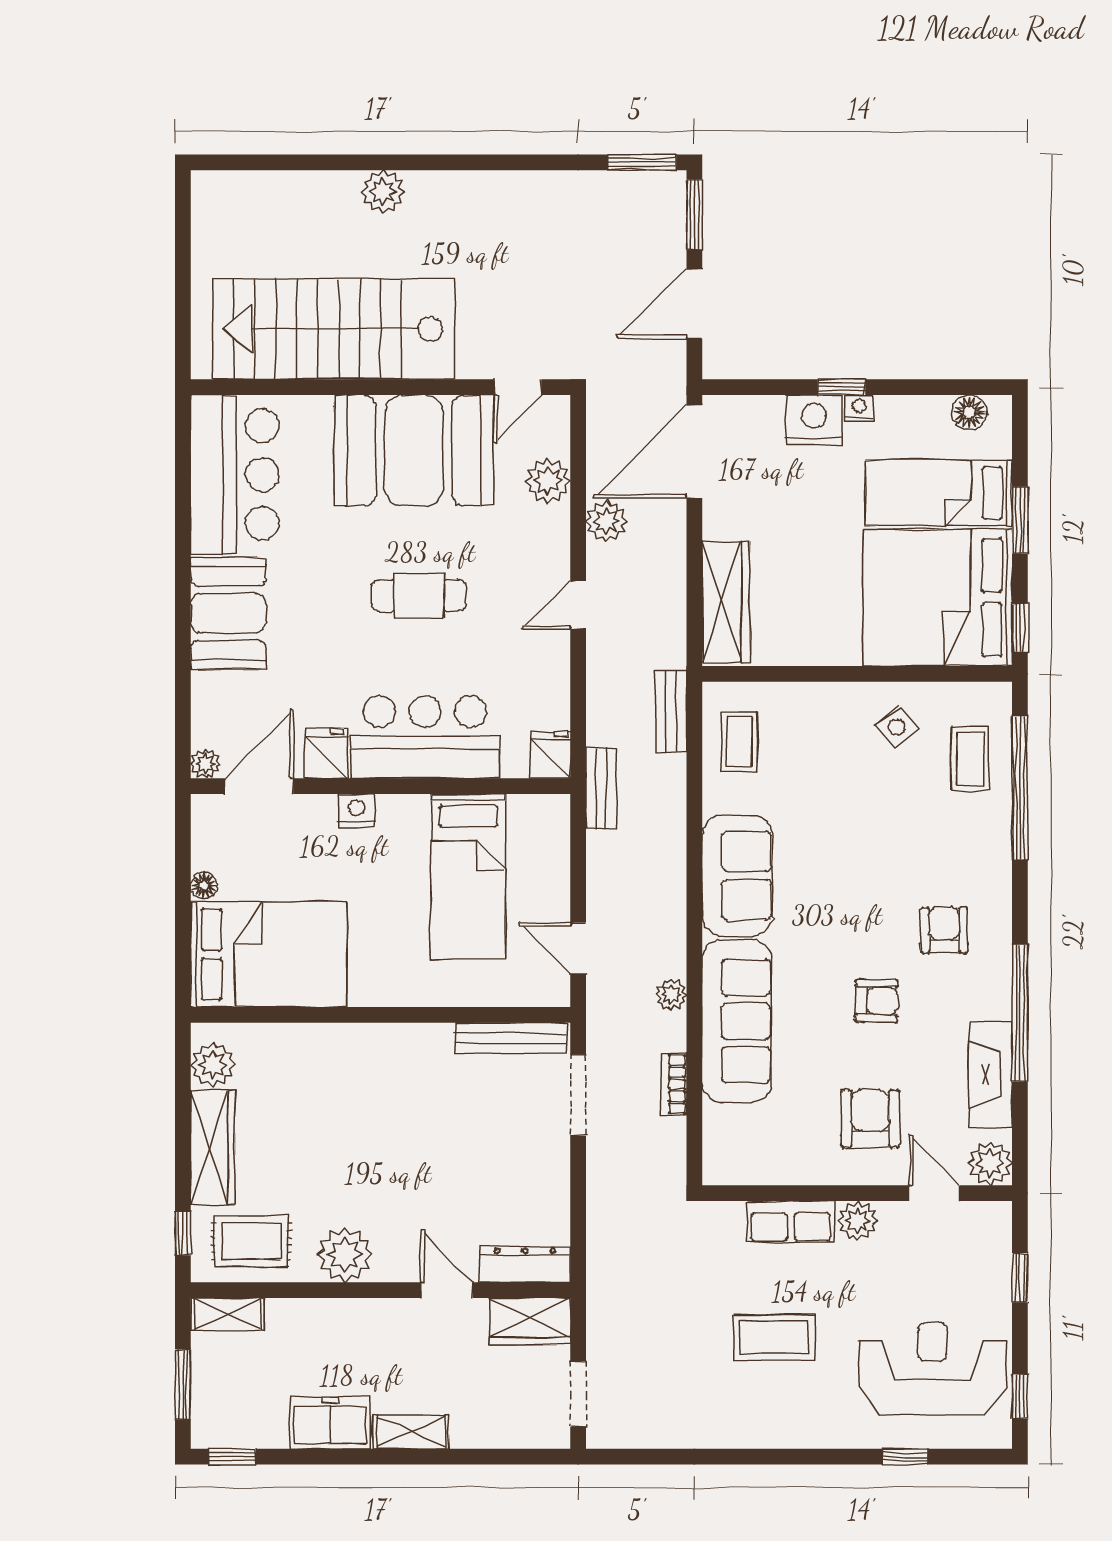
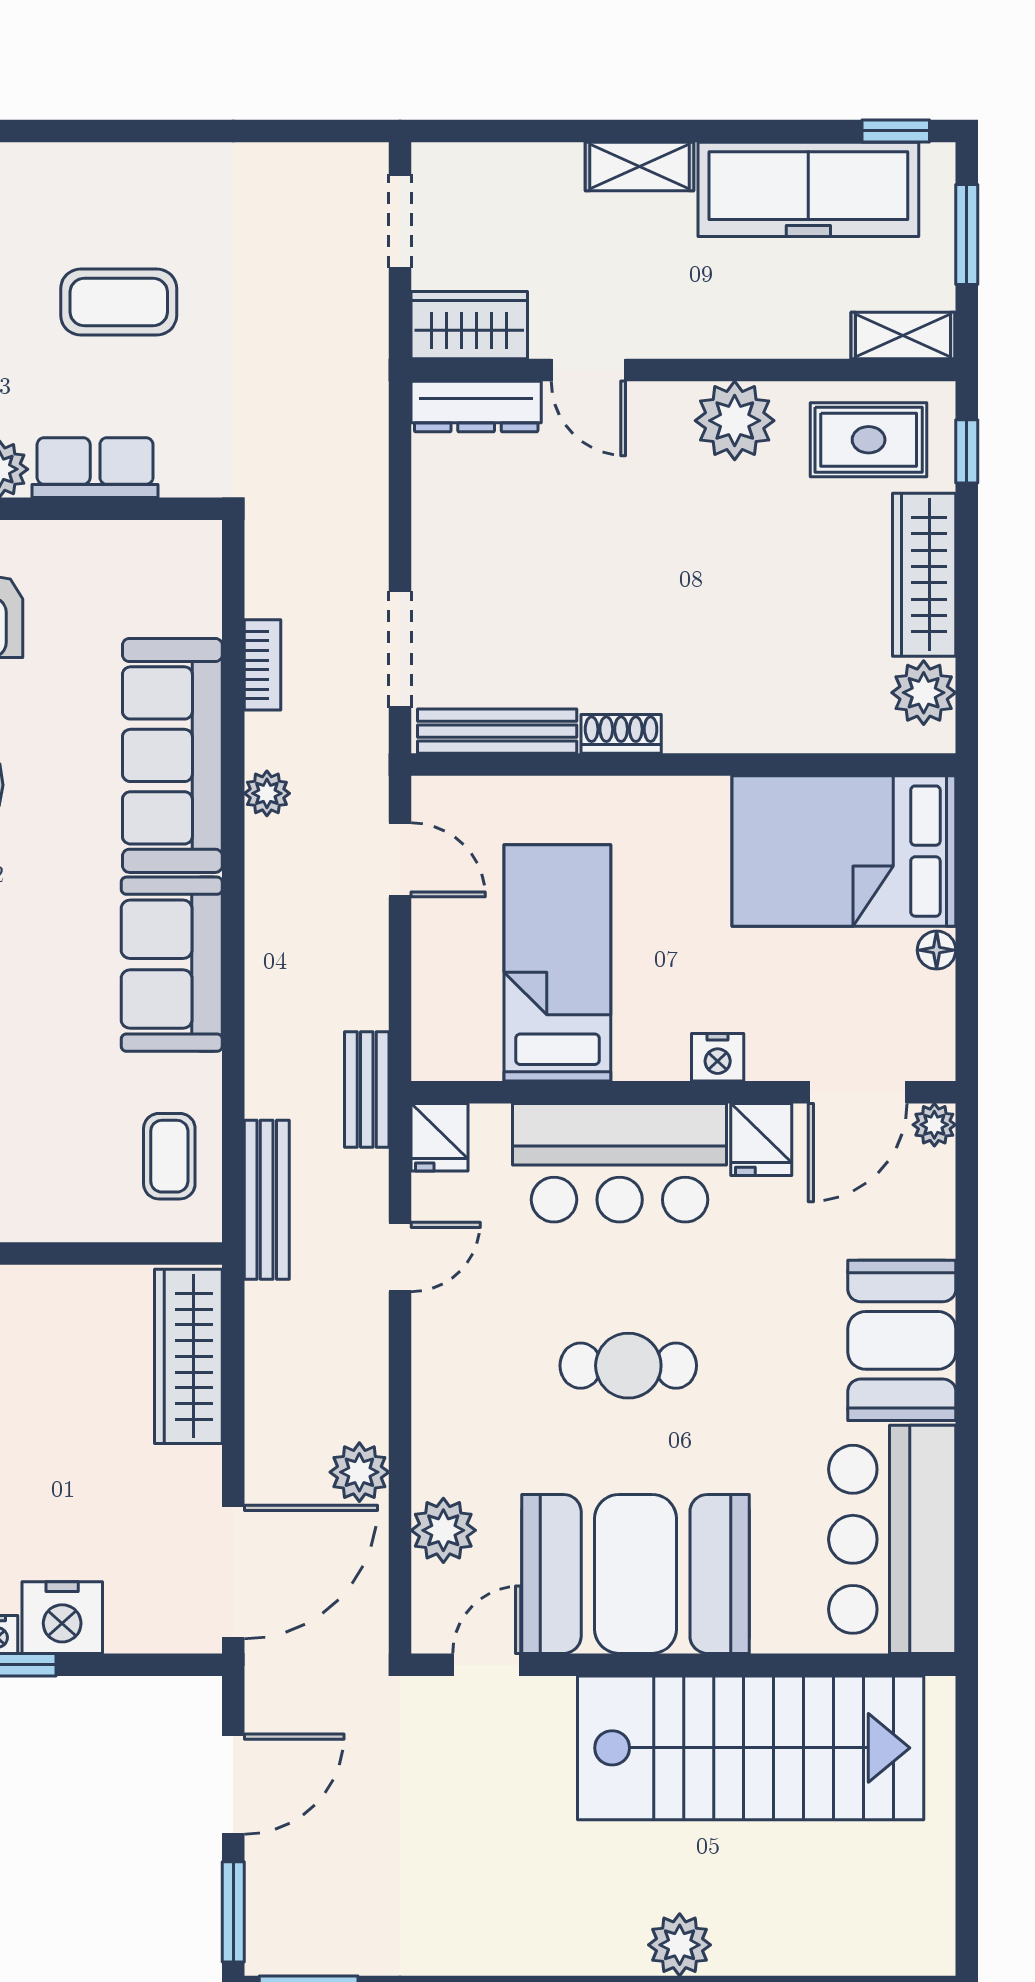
door: (578, 605) -> (400, 1257), moved
bench: (671, 711) -> (267, 1200), width x1.36
shoe rack: (424, 1036) -> (621, 734), added
freezer: (330, 1423) -> (808, 189), width x1.91, depth x1.26

